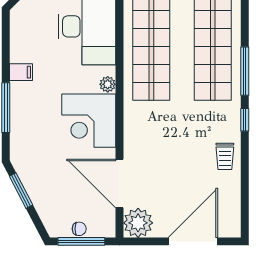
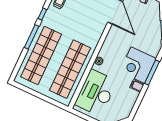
corner desk: (89, 121) -> (138, 65), moved, turned 180

